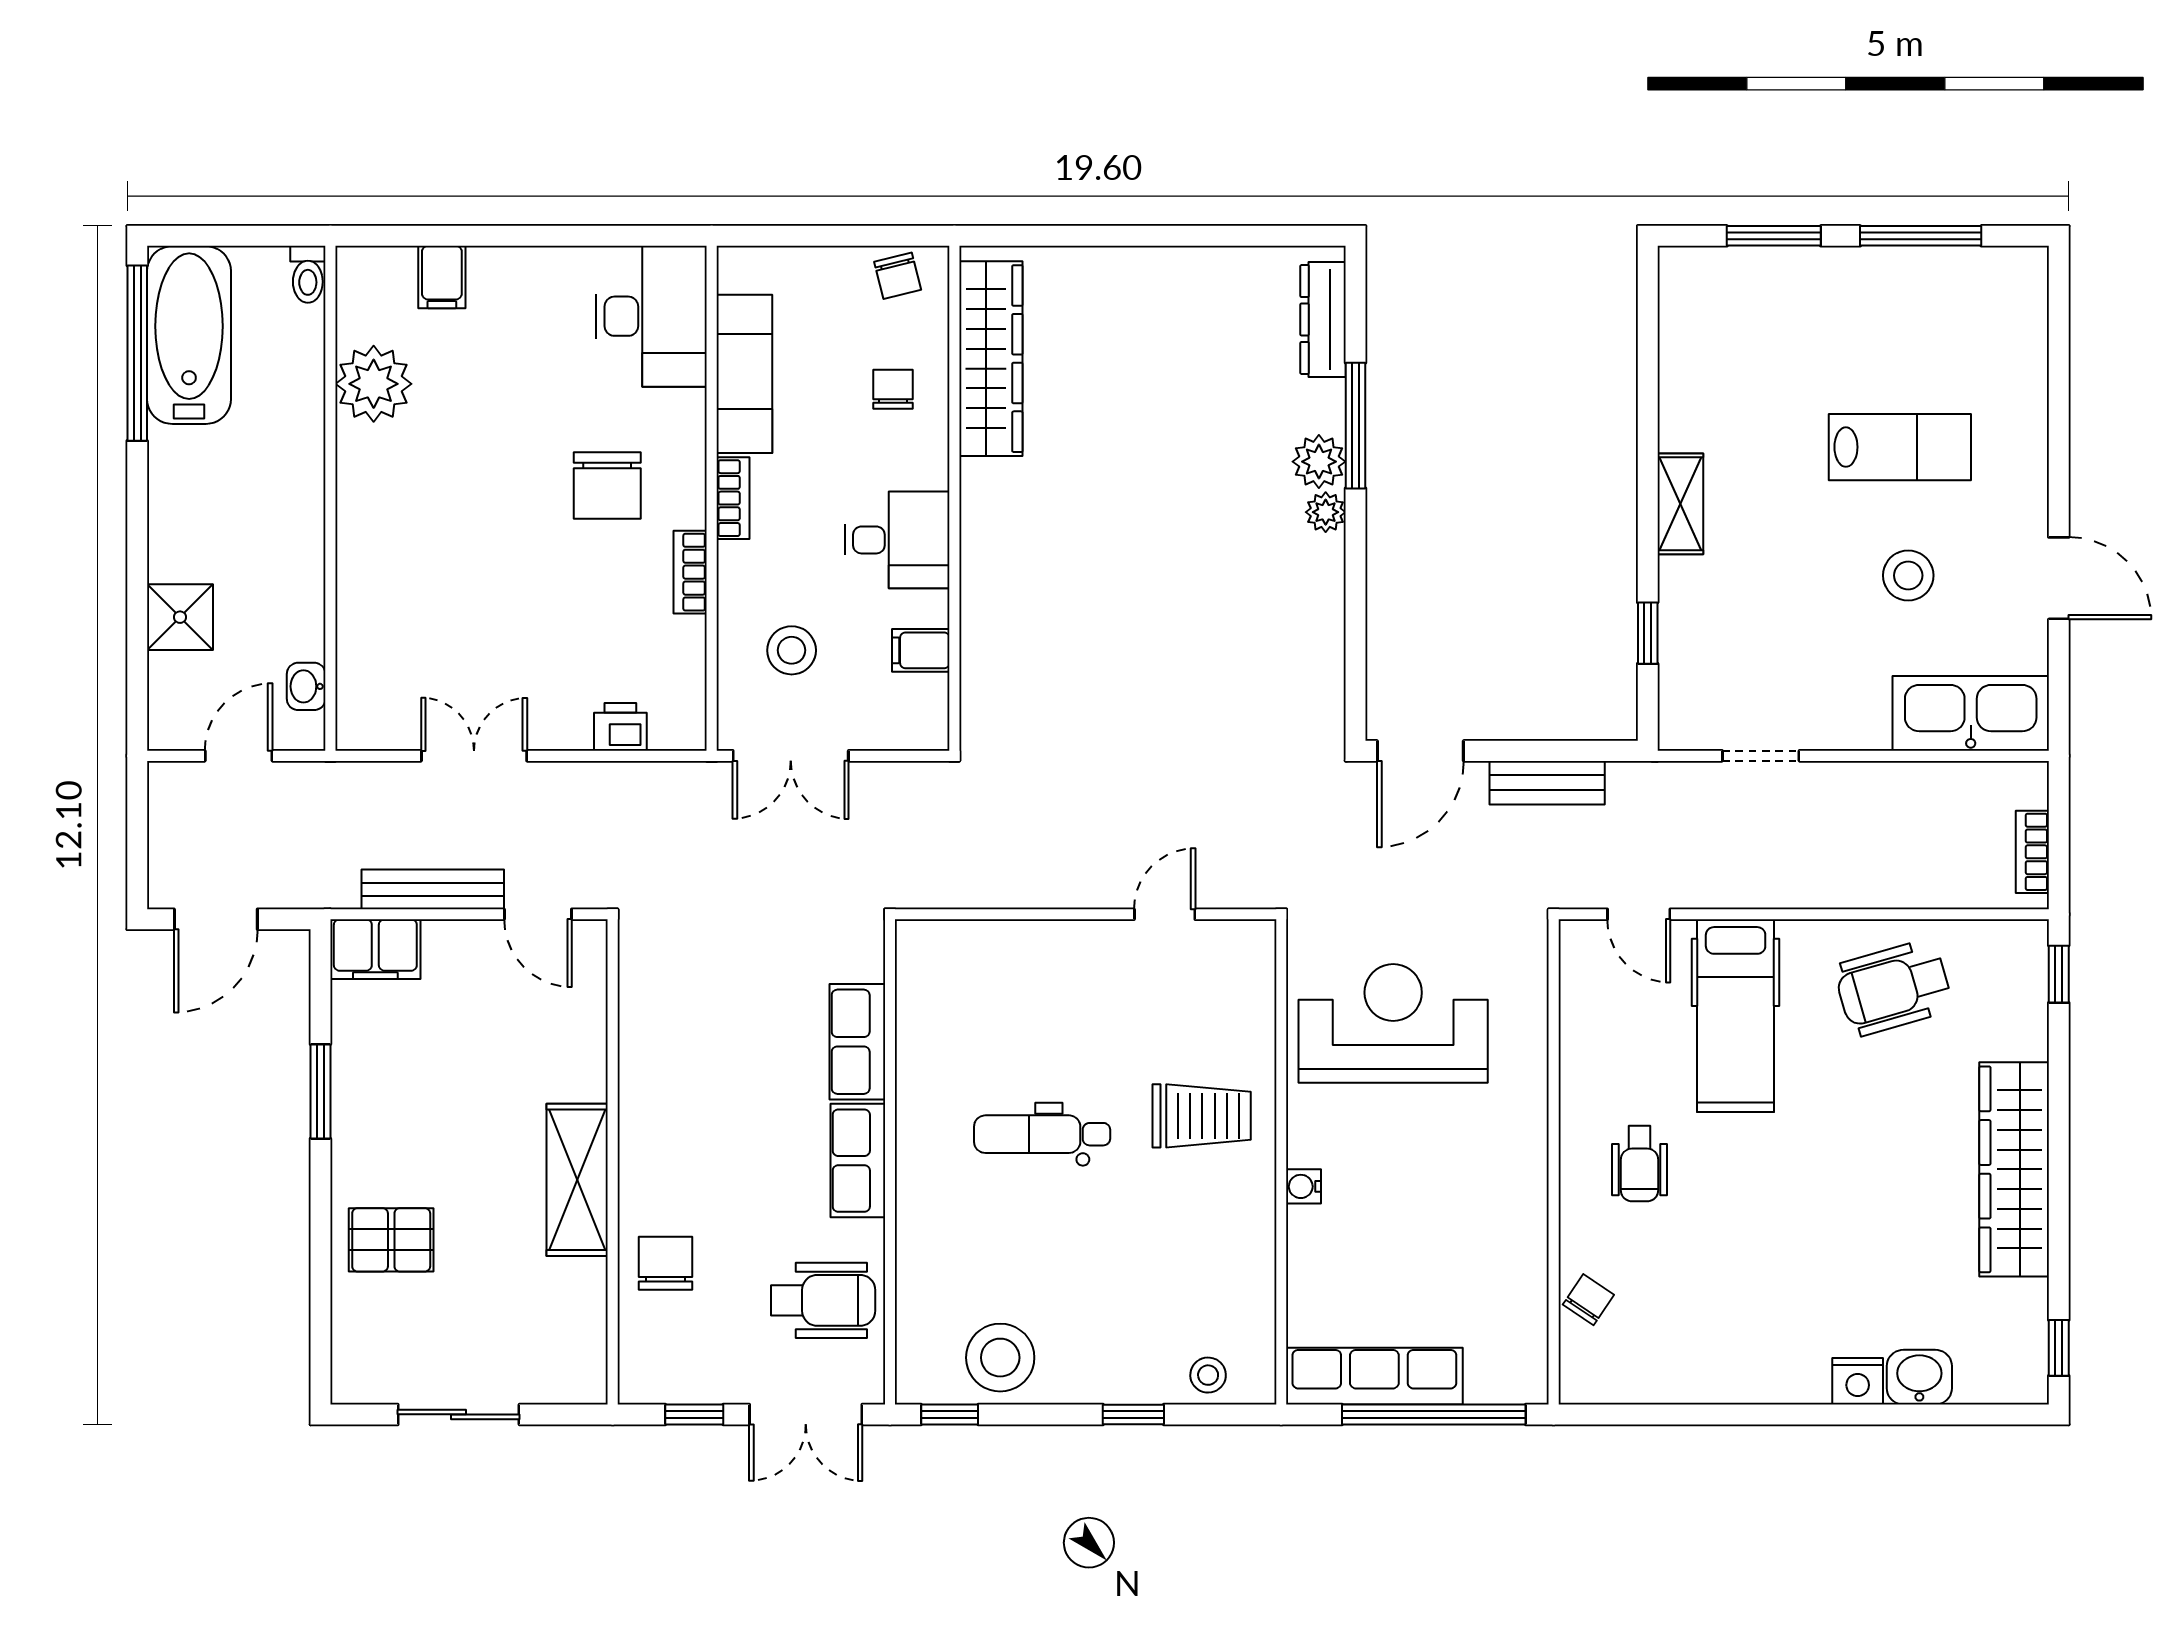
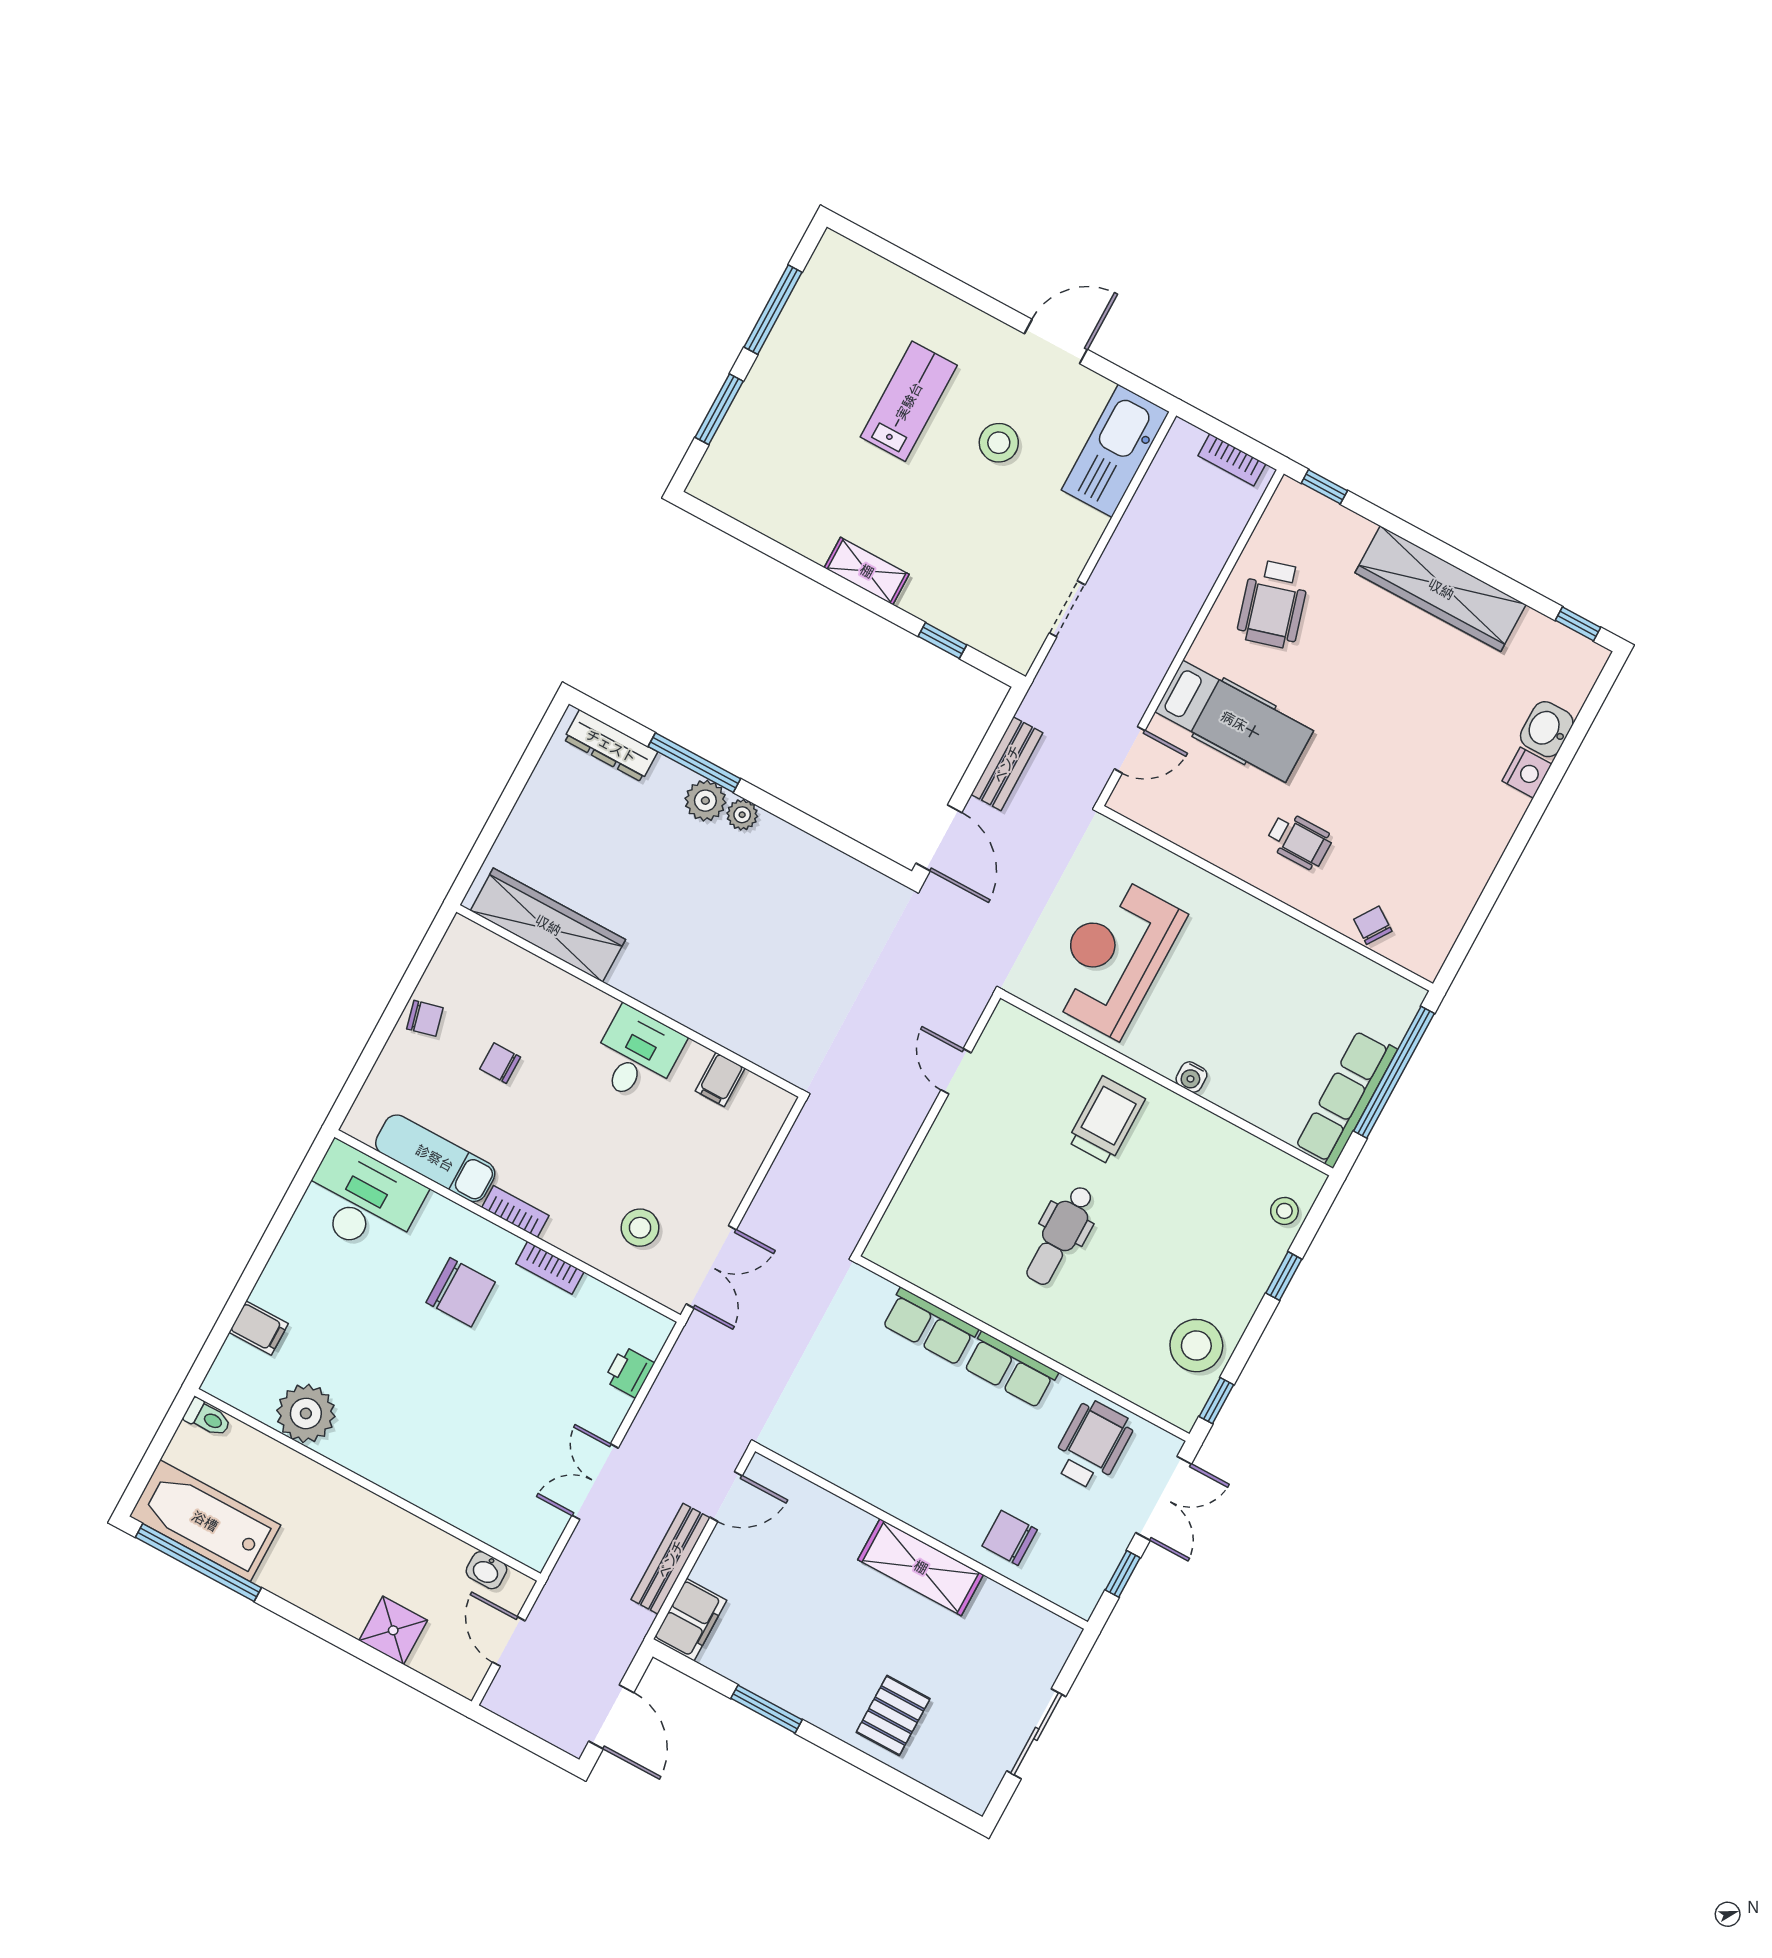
wardrobe: (991, 359) -> (548, 925), moved
wall: (954, 498) -> (629, 1001), moved
desk: (897, 540) -> (637, 1055), moved
filing cabinet: (921, 650) -> (720, 1080), moved

